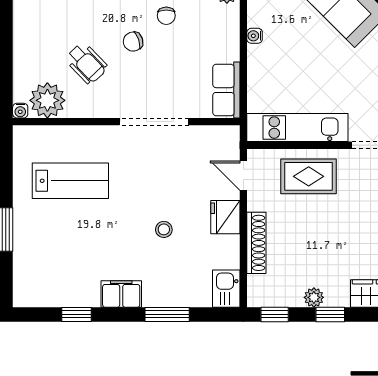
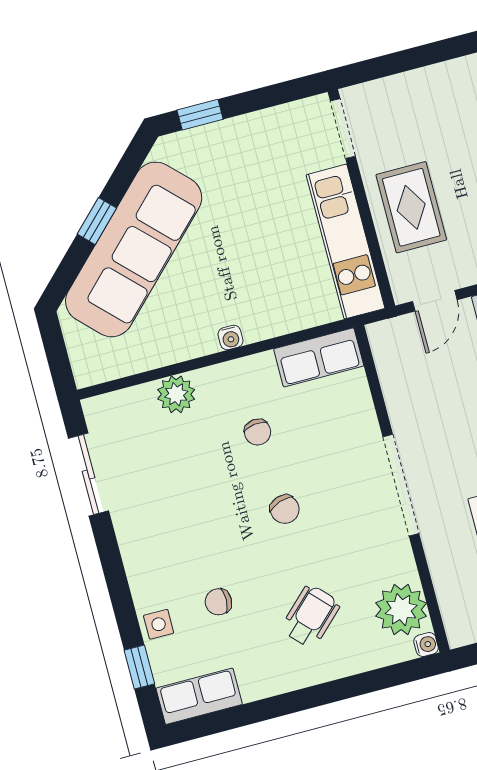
chair: (166, 16) -> (258, 432), moved, turned 83
wheelchair: (86, 63) -> (311, 616), moved
doorway: (154, 122) -> (401, 485), moved

